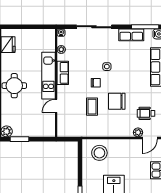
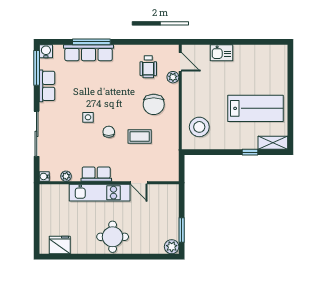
chair: (117, 101) -> (154, 104), moved

